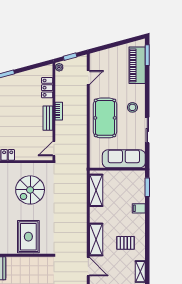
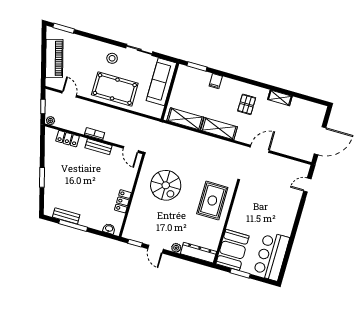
piano: (137, 65) -> (54, 58), moved, turned -105
rug: (28, 237) -> (212, 201), turned 90
shelving: (96, 239) -> (219, 129), moved

